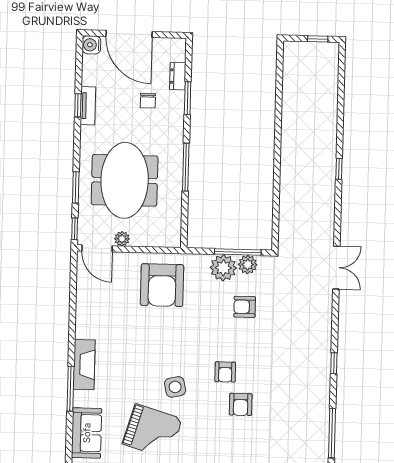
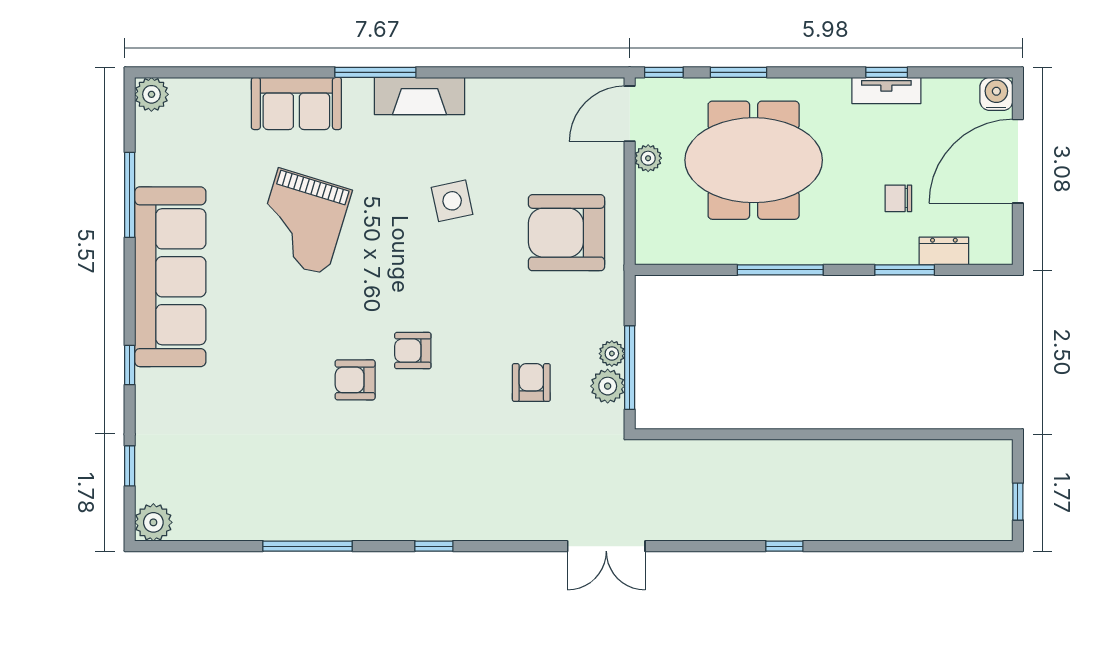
plant: (223, 268) -> (612, 354), width x0.53, depth x0.53
side table: (175, 387) -> (452, 201), moved

